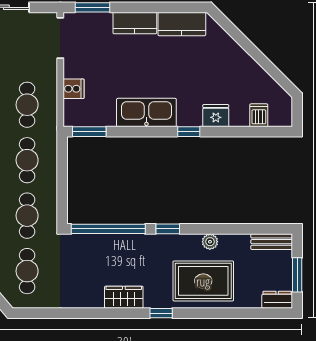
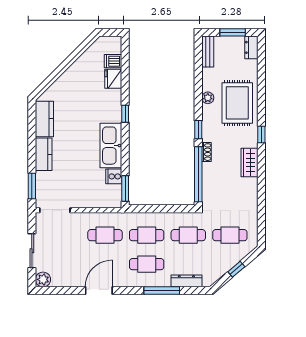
cooker: (74, 89) -> (114, 176), moved, turned -90
fridge: (216, 116) -> (113, 79), moved
shoe rack: (138, 240) -> (207, 152), added

